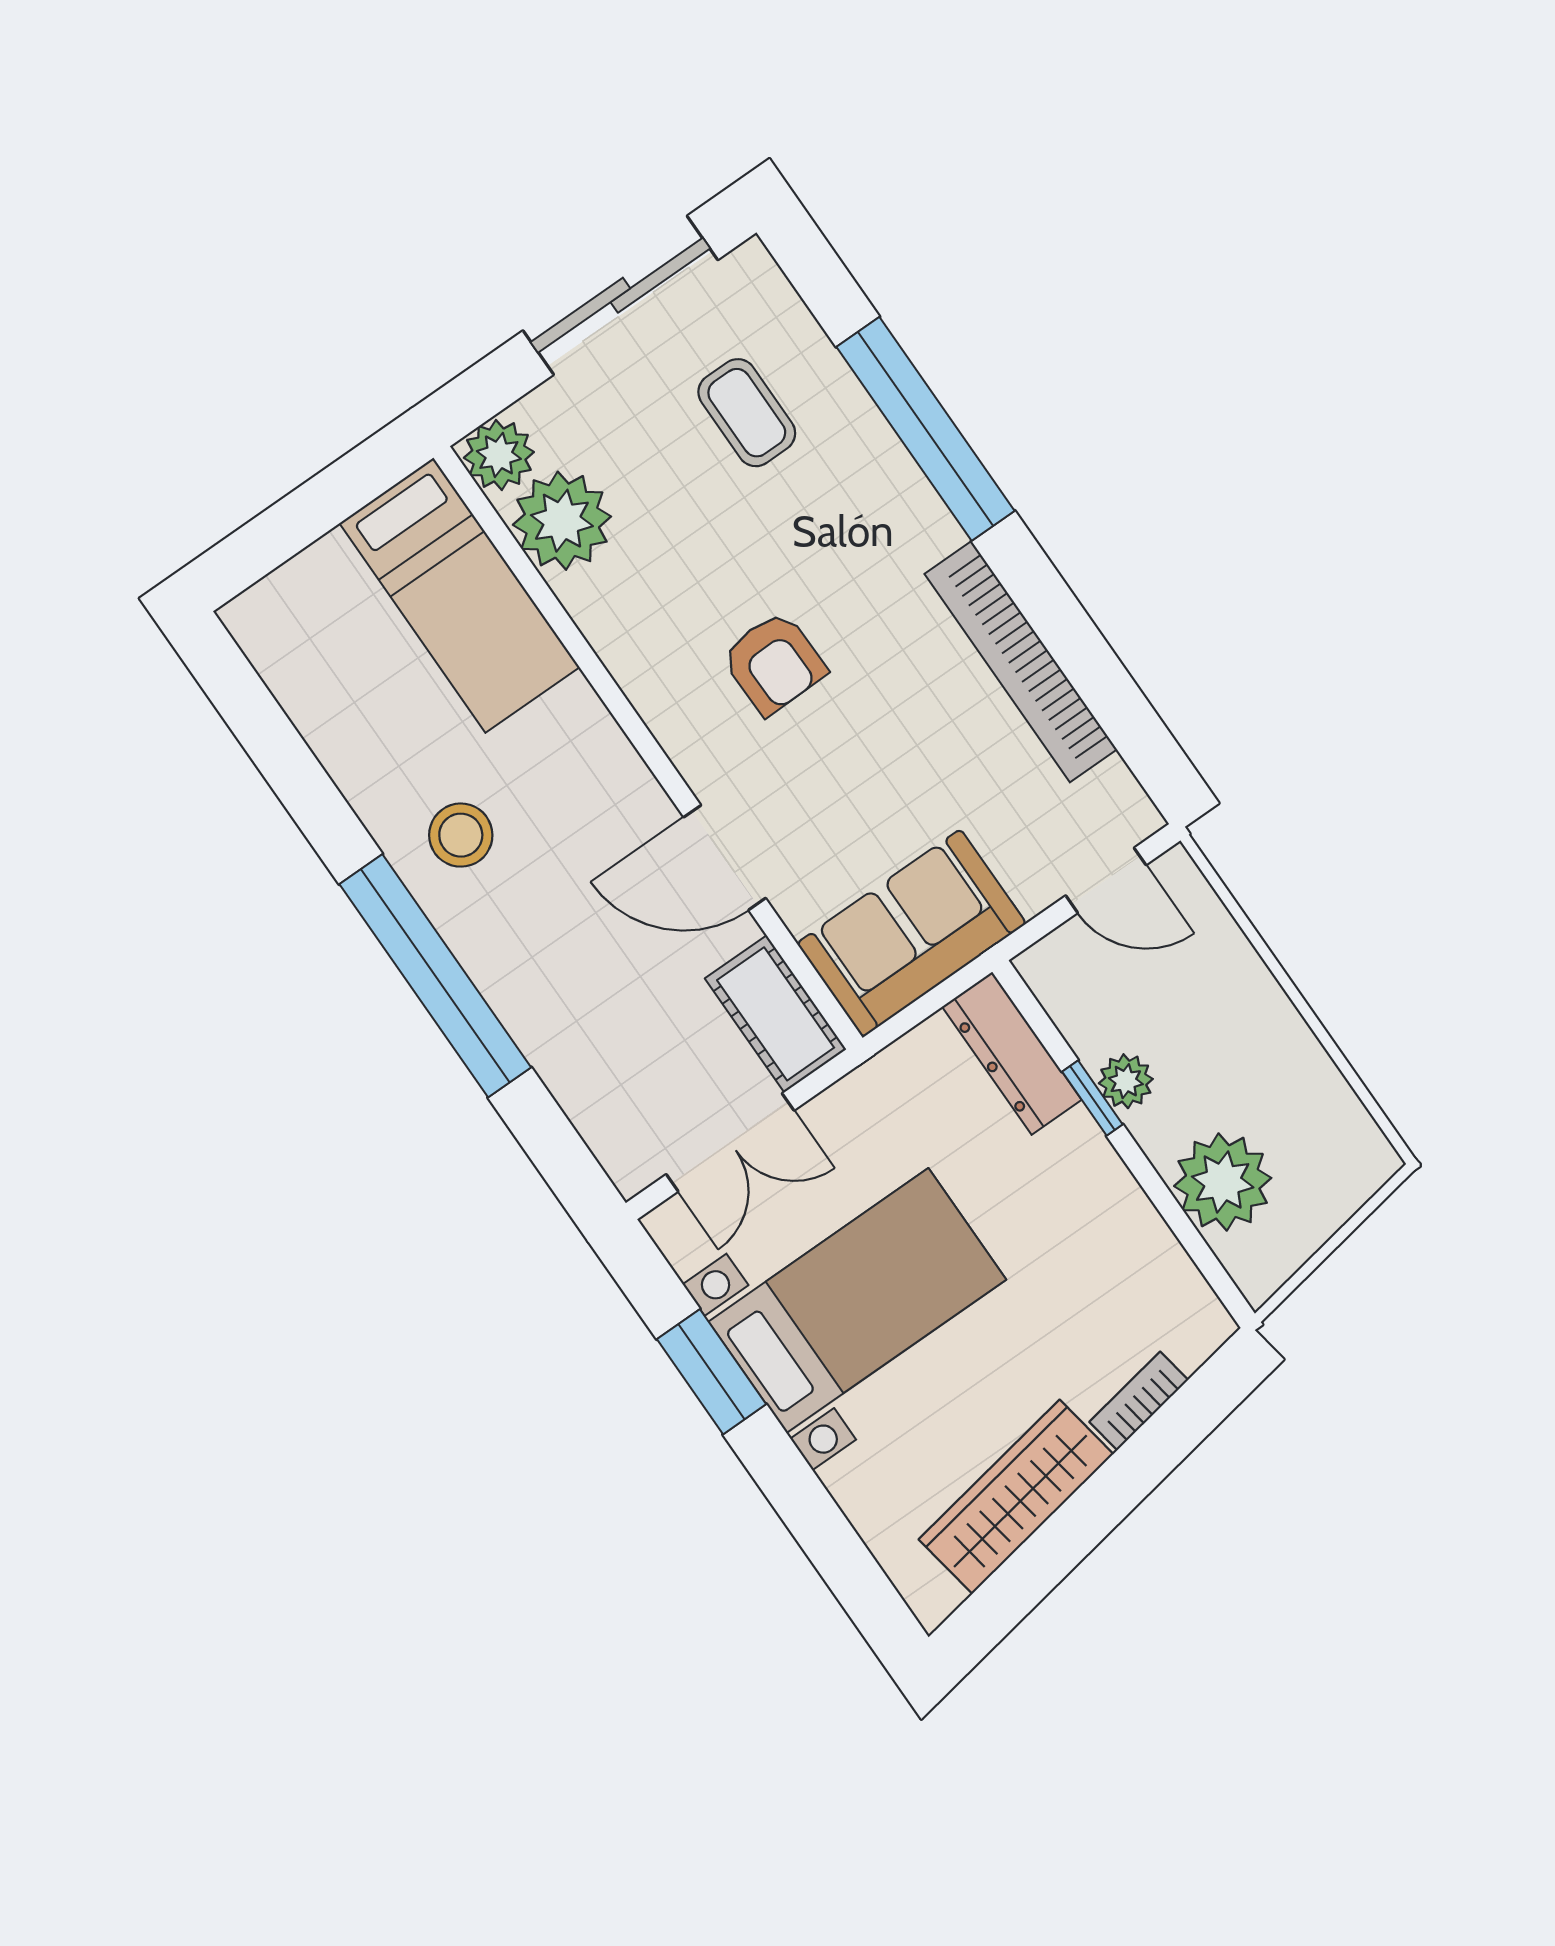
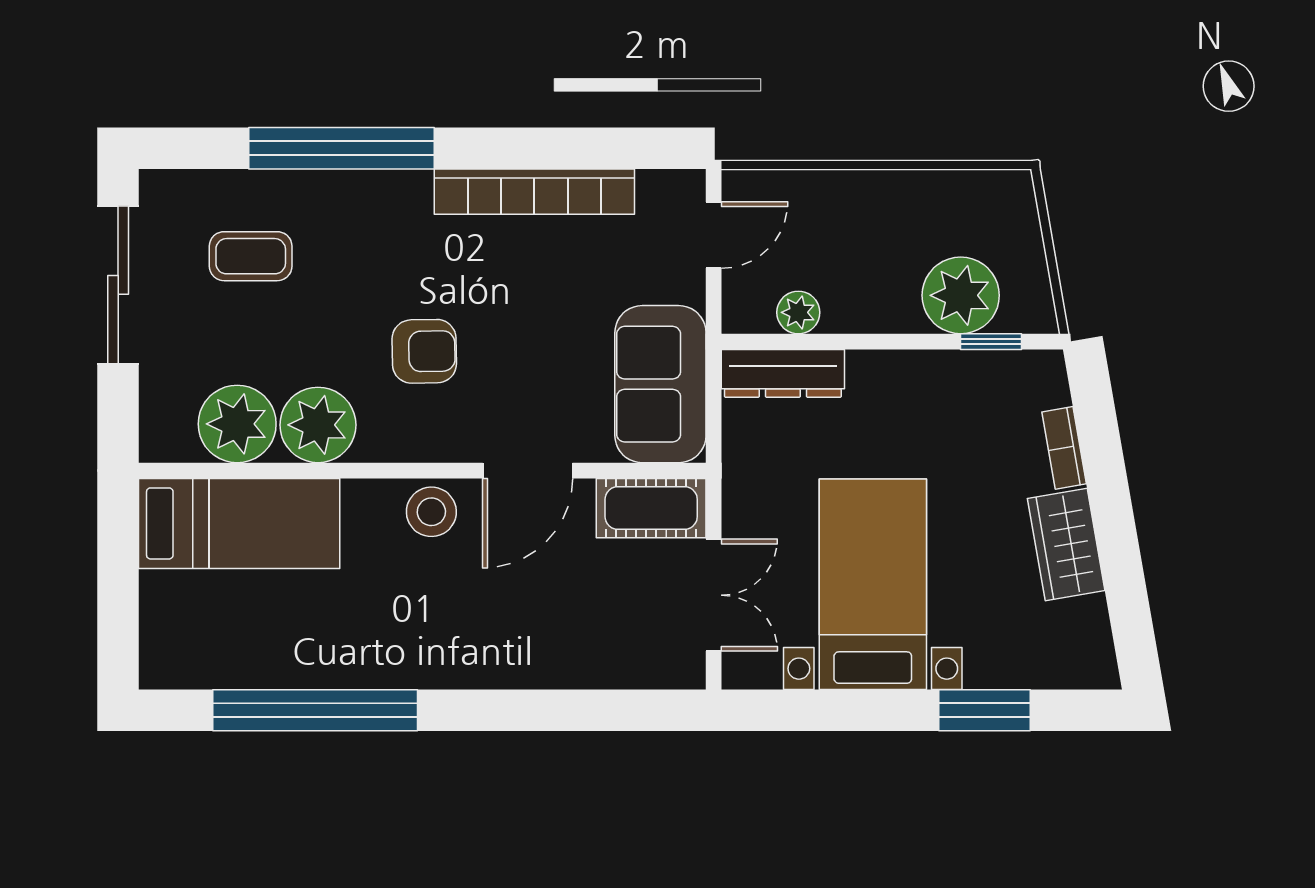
plant: (499, 455) -> (318, 425), moved, width x1.36, depth x1.36
stool: (461, 835) -> (431, 512), moved
window: (435, 976) -> (315, 710), moved
plant: (1126, 1081) -> (798, 312), moved
window: (1092, 1098) -> (991, 342), moved
window: (711, 1372) -> (984, 710), moved
wardrobe: (1016, 1497) -> (1066, 544), width x0.67

